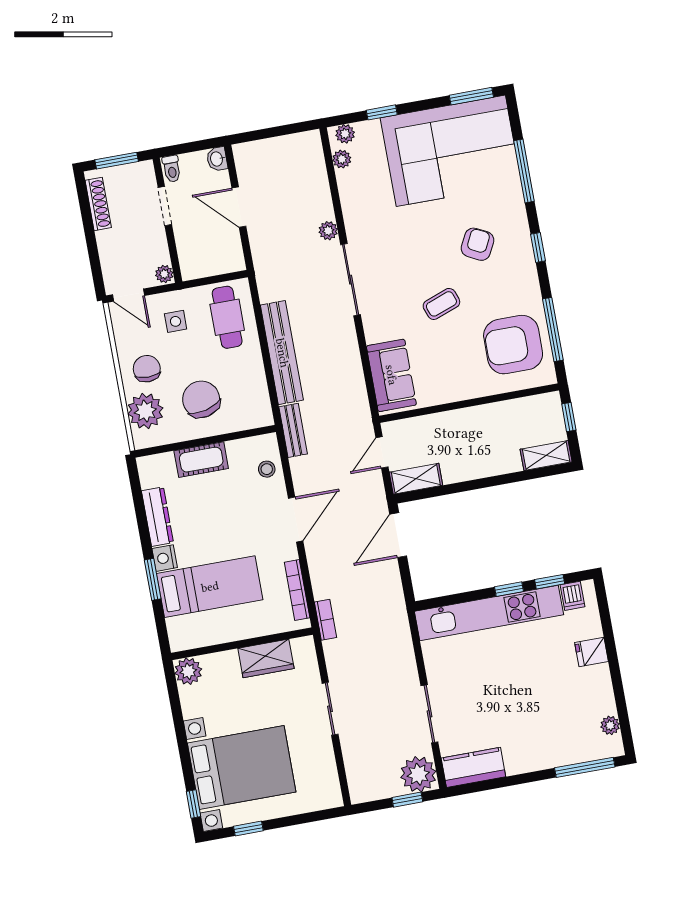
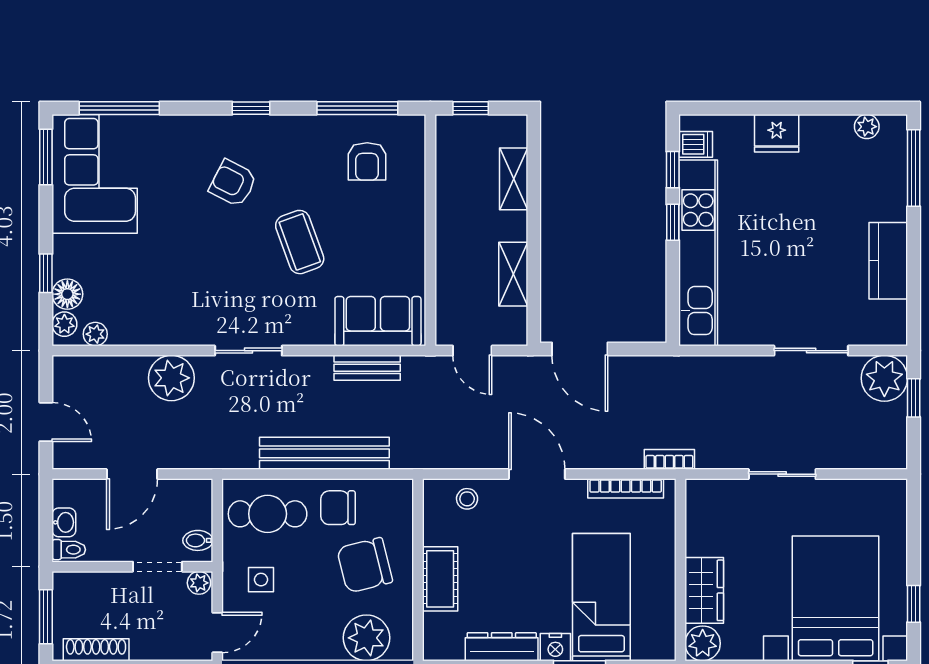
floor lamp: (369, 132) -> (67, 294), added
door: (267, 133) -> (46, 422), added
corner sofa: (451, 151) -> (95, 174), width x0.73, depth x0.74
washbasin: (217, 159) -> (64, 522), moved, turned -90
window: (524, 171) -> (119, 108), moved
doorway: (165, 206) -> (157, 567), moved
plant: (328, 231) -> (171, 378), width x1.87, depth x1.87
bidet: (197, 267) -> (198, 540), added
sliding door: (351, 280) -> (248, 351), width x0.73
coffee table: (441, 304) -> (300, 242), width x1.36, depth x1.30
armchair: (513, 345) -> (367, 161), width x0.53, depth x0.53
chair: (147, 369) -> (338, 508), moved
bench: (293, 430) -> (367, 368), moved
shelving: (546, 456) -> (514, 179), moved
shelving: (416, 479) -> (513, 274), moved
fridge: (591, 652) -> (777, 133), width x1.38
wardrobe: (266, 658) -> (704, 590), moved
kitchen counter: (473, 767) -> (888, 261), moved

